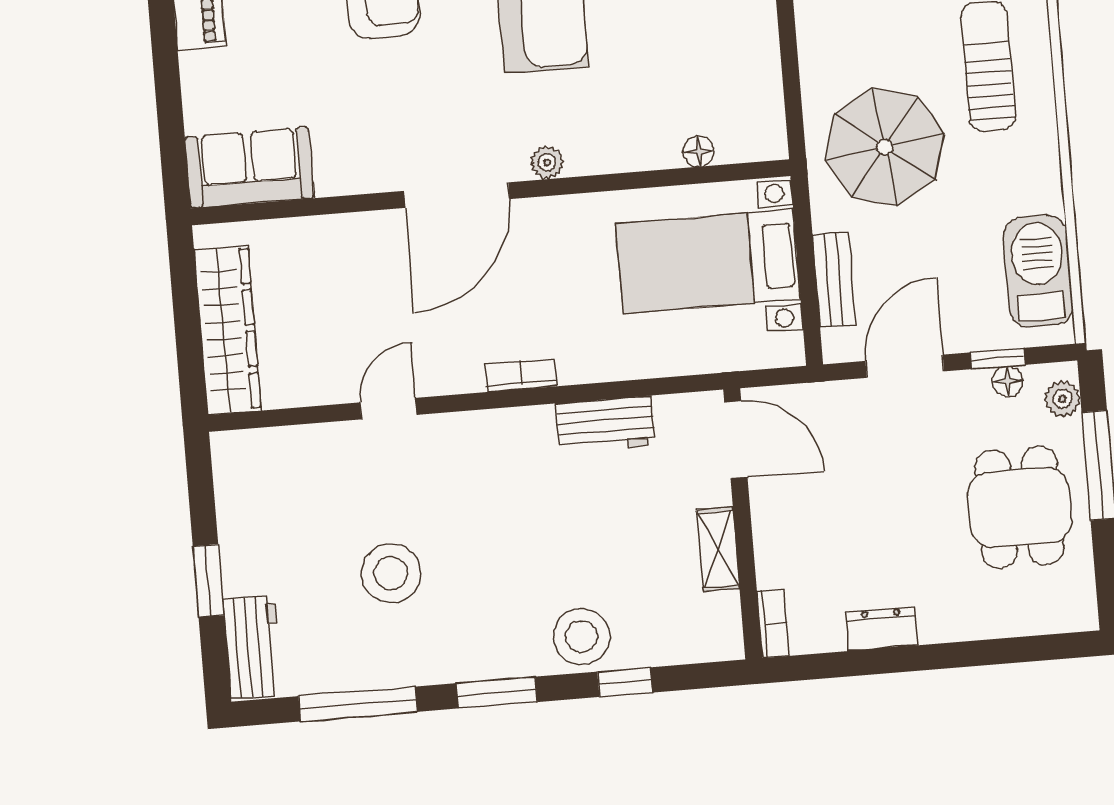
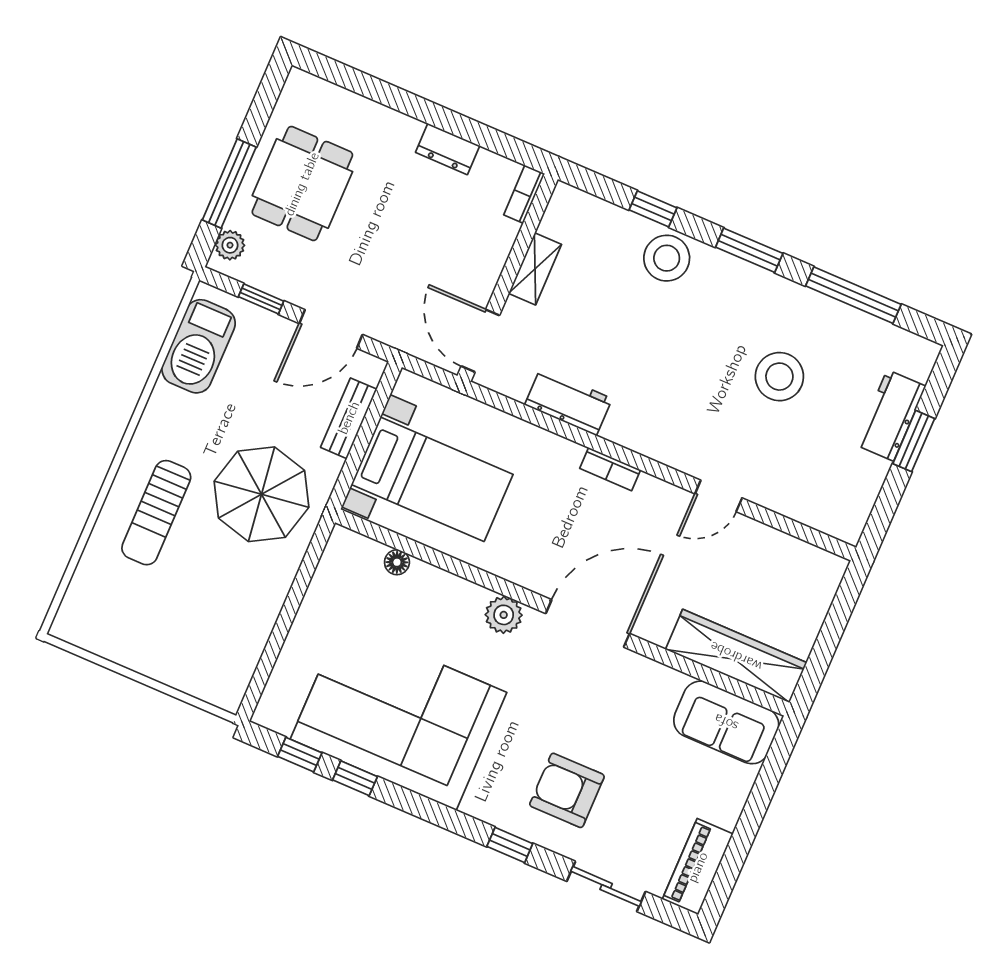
plant: (547, 163) -> (504, 615), width x1.38, depth x1.38
wardrobe: (227, 330) -> (736, 656), moved, turned 90
floor lamp: (1008, 381) -> (263, 279), removed
workbench: (253, 647) -> (890, 415), moved

